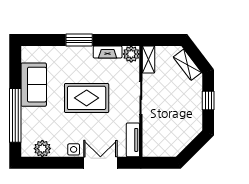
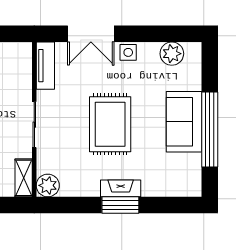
fireplace: (108, 52) -> (121, 188), moved
sofa: (34, 85) -> (184, 122), moved
rug: (87, 98) -> (110, 124), turned 90
window: (15, 115) -> (210, 129), moved

